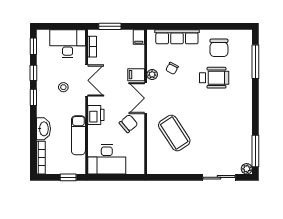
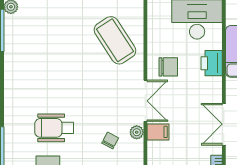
printer: (96, 115) -> (212, 63), moved
chair: (128, 124) -> (168, 67), turned -140
coffee table: (174, 133) -> (115, 40), moved

